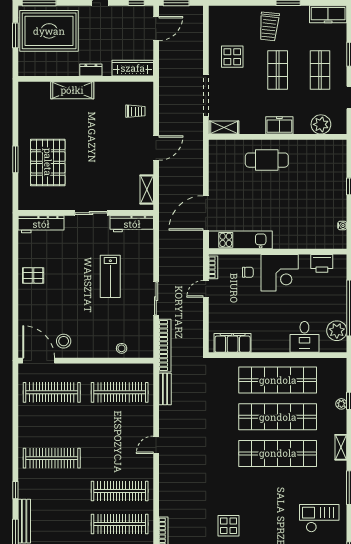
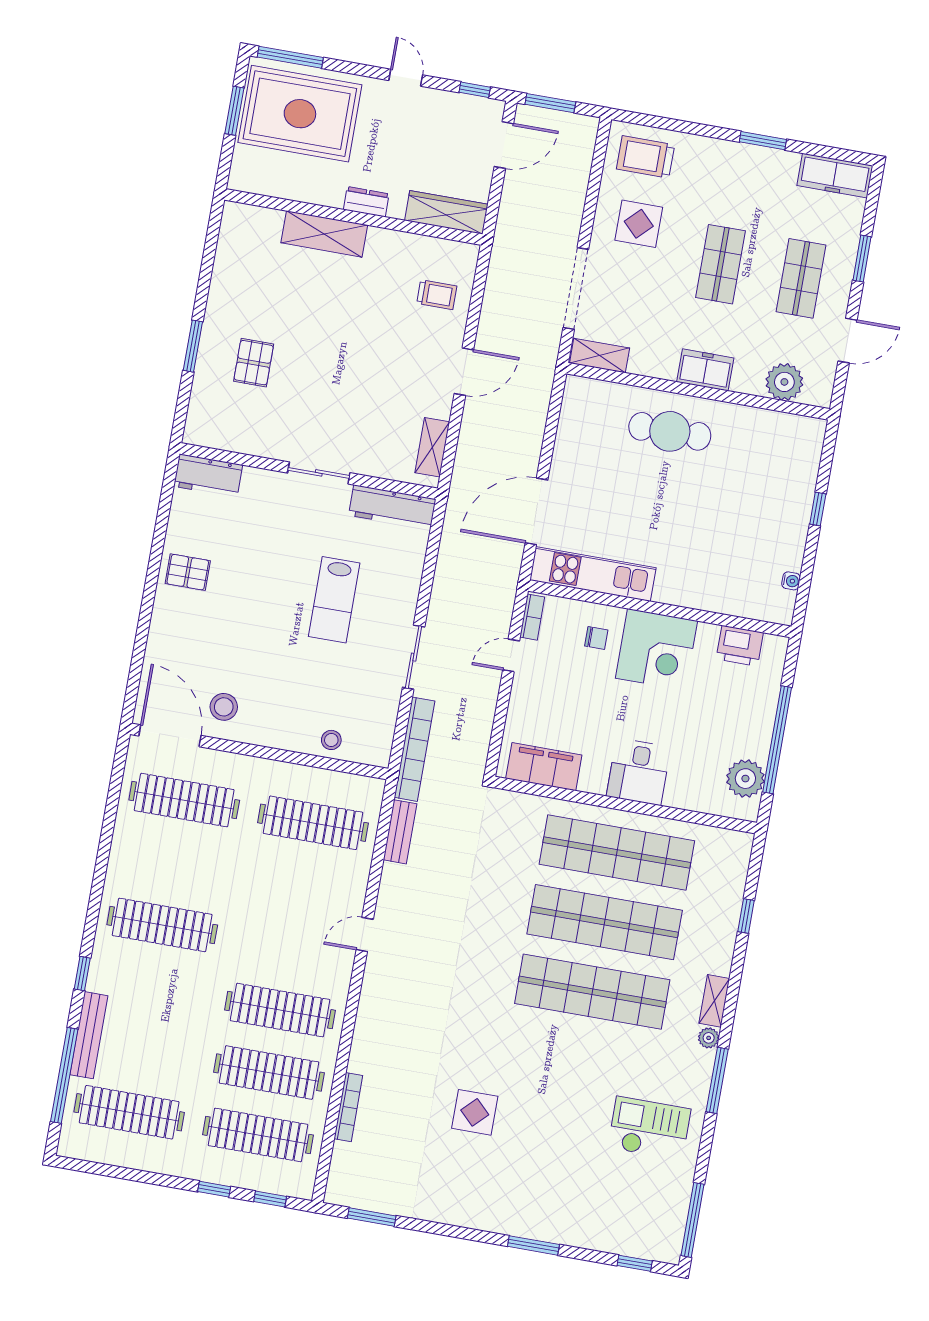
trolley: (269, 26) -> (646, 157), moved, turned 84
pallet: (48, 162) -> (254, 363), width x0.49, depth x0.50
workbench: (41, 224) -> (208, 476), width x0.73
desk: (304, 337) -> (639, 772), moved
plant: (341, 404) -> (709, 1038), moved

